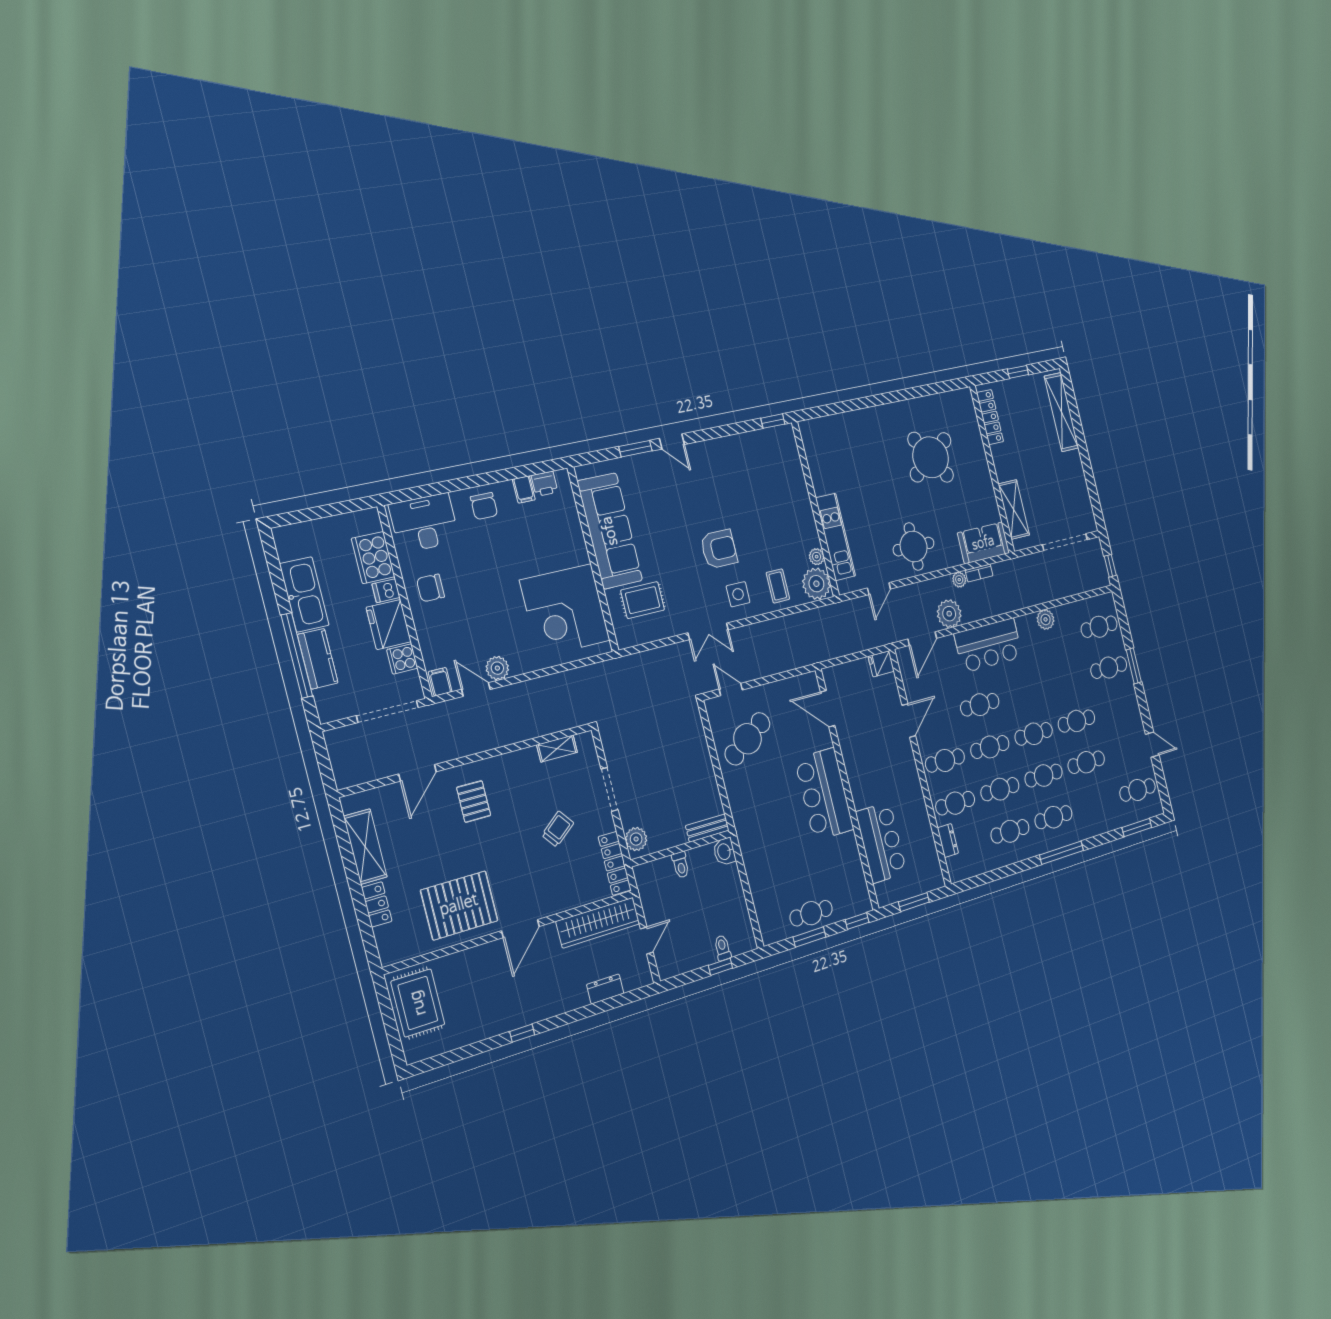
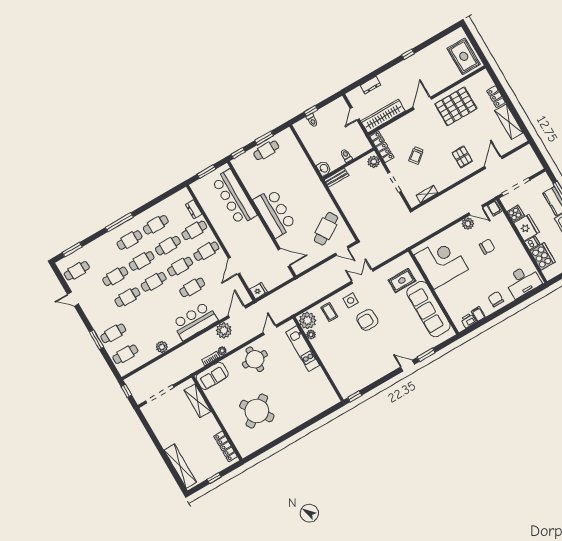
chair: (431, 588) -> (487, 247), moved
bar counter: (881, 842) -> (234, 197), width x1.36

